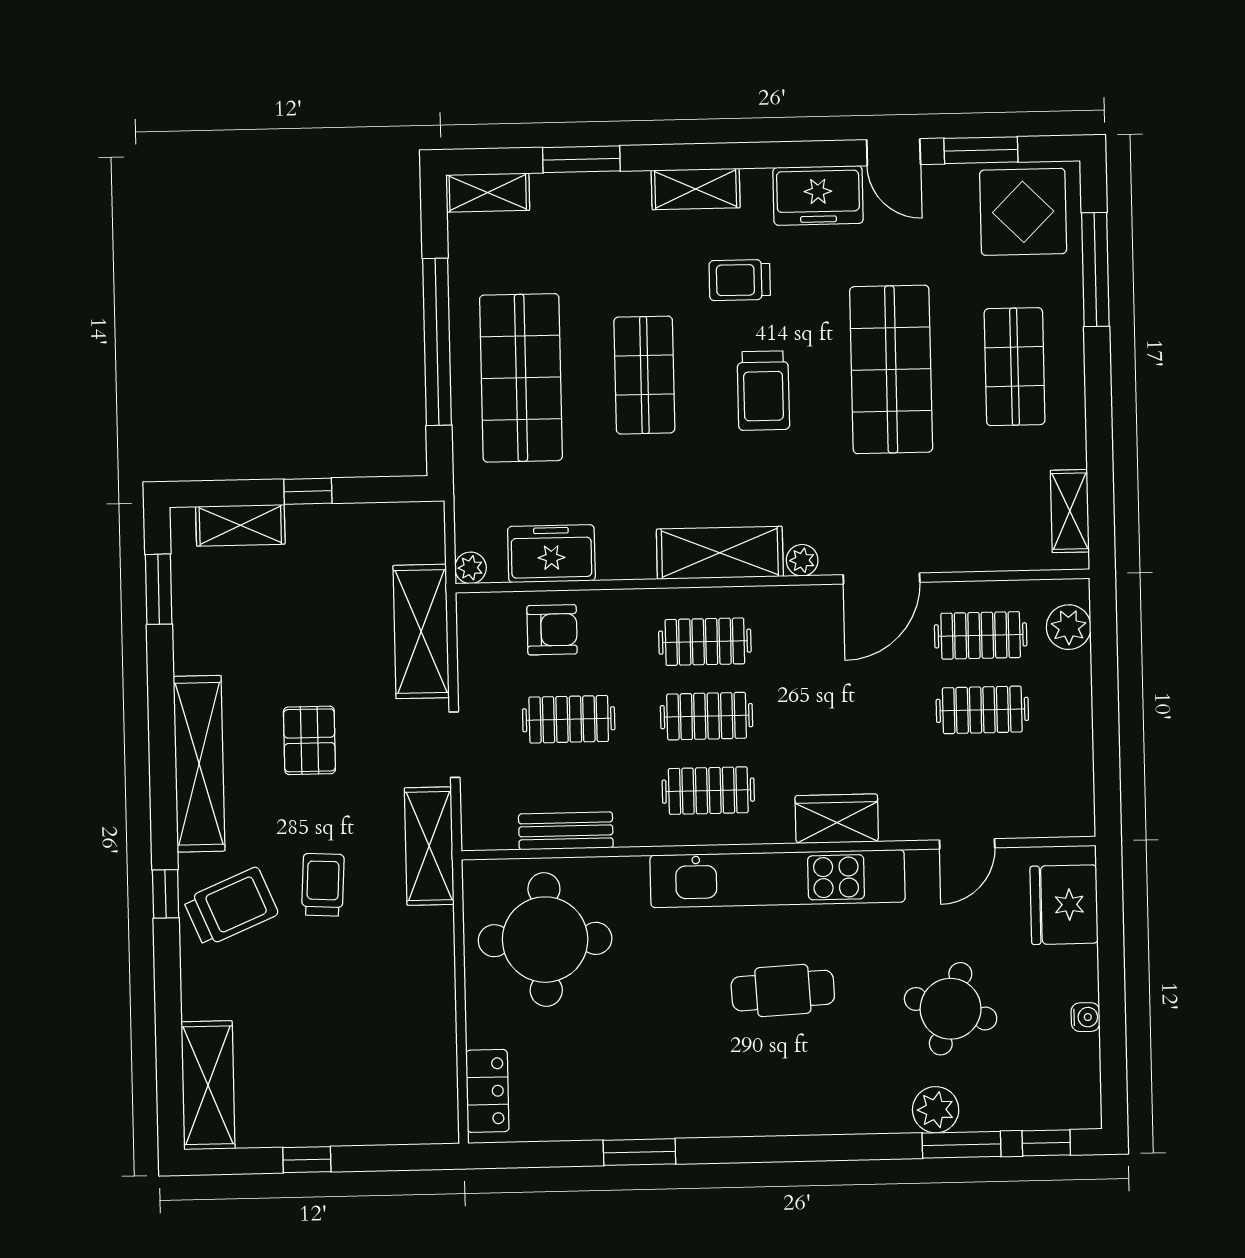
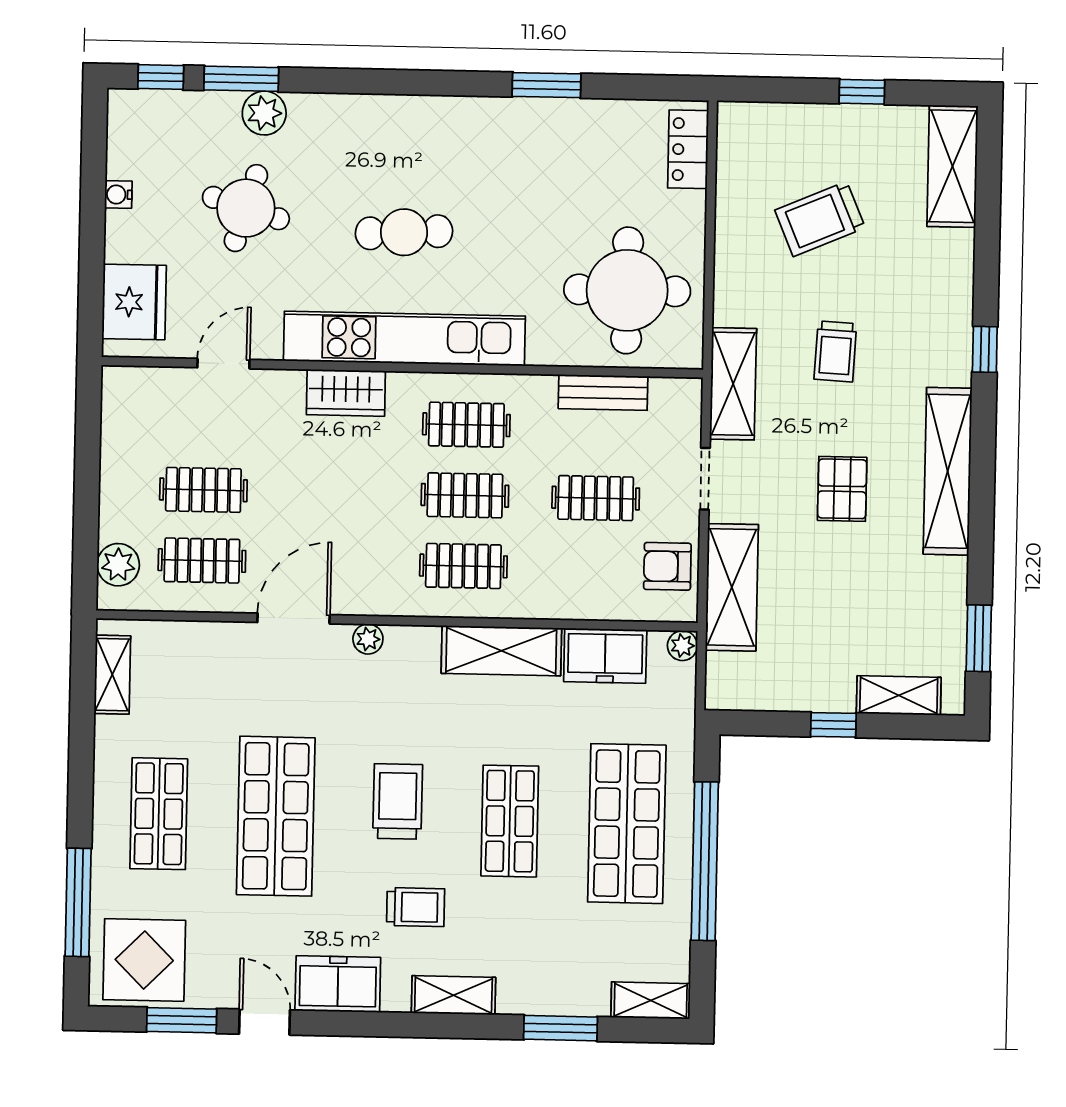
shelving: (720, 553) -> (501, 651), moved
armchair: (552, 630) -> (667, 566), moved
trolley: (231, 907) -> (820, 219), moved

